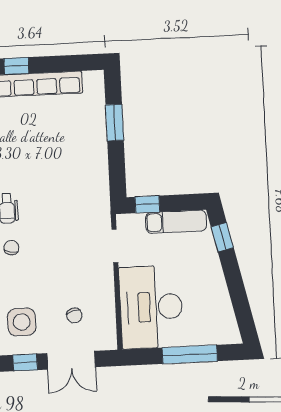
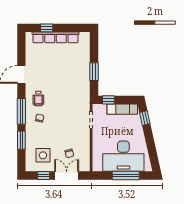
window: (115, 123) -> (94, 72), moved
desk: (151, 307) -> (123, 156), moved, turned -90
double door: (71, 360) -> (67, 176), swing flipped

